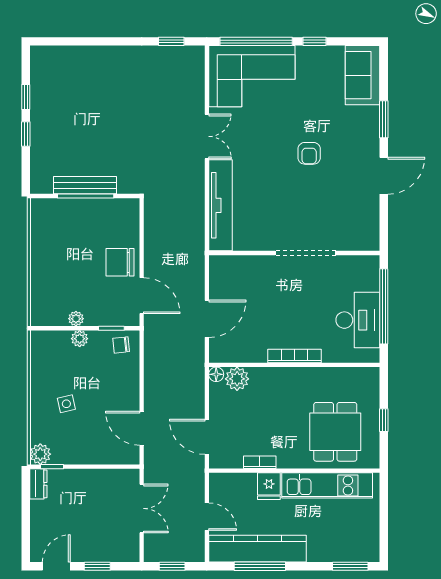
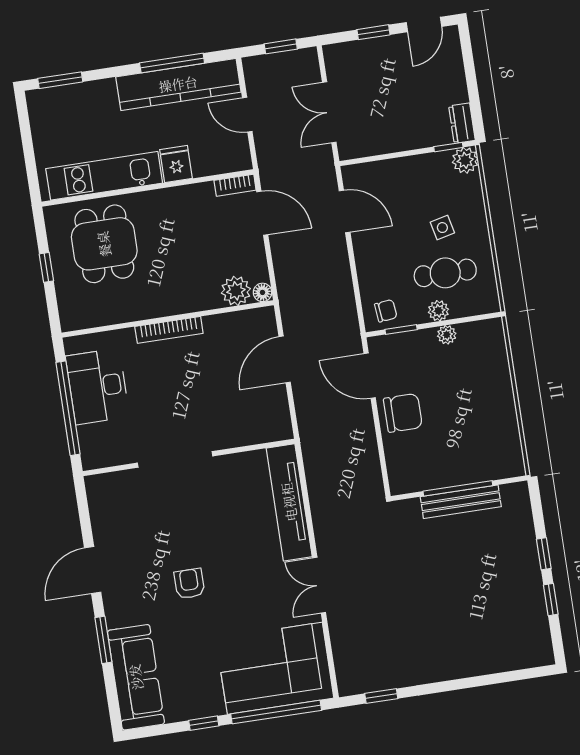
sofa: (363, 75) -> (136, 677), width x1.36
cafe table: (70, 368) -> (445, 273), added
bookcase: (260, 462) -> (235, 185), moved

